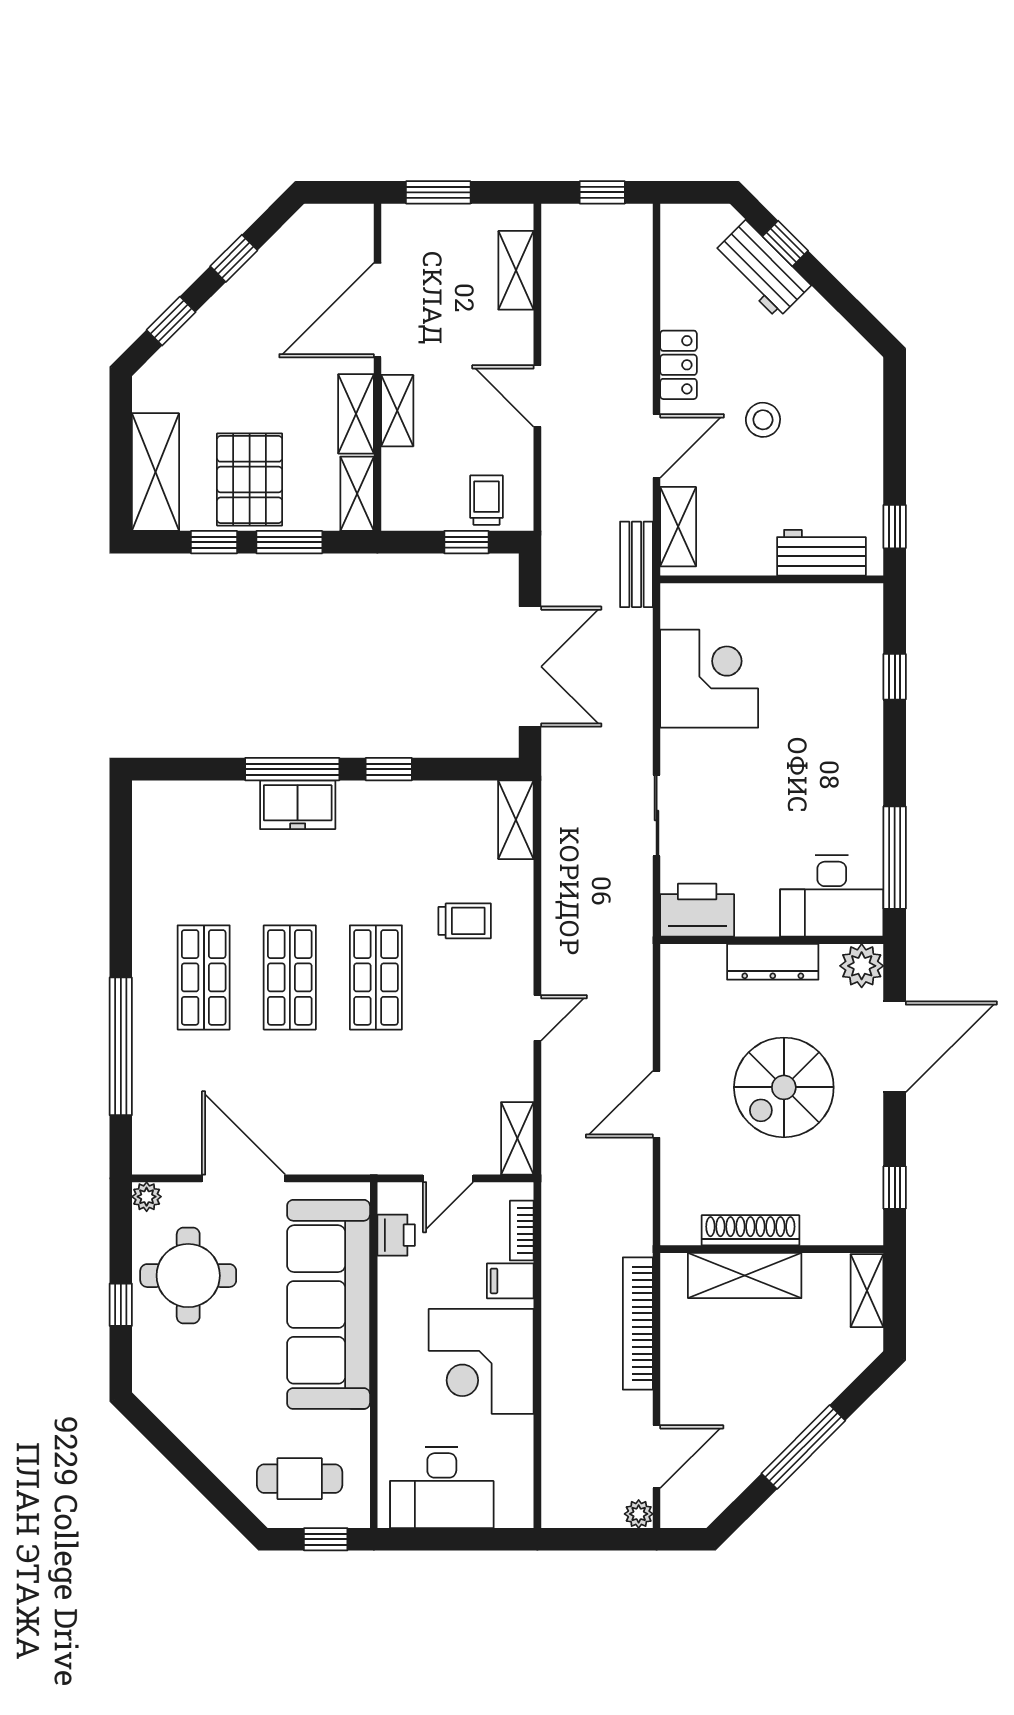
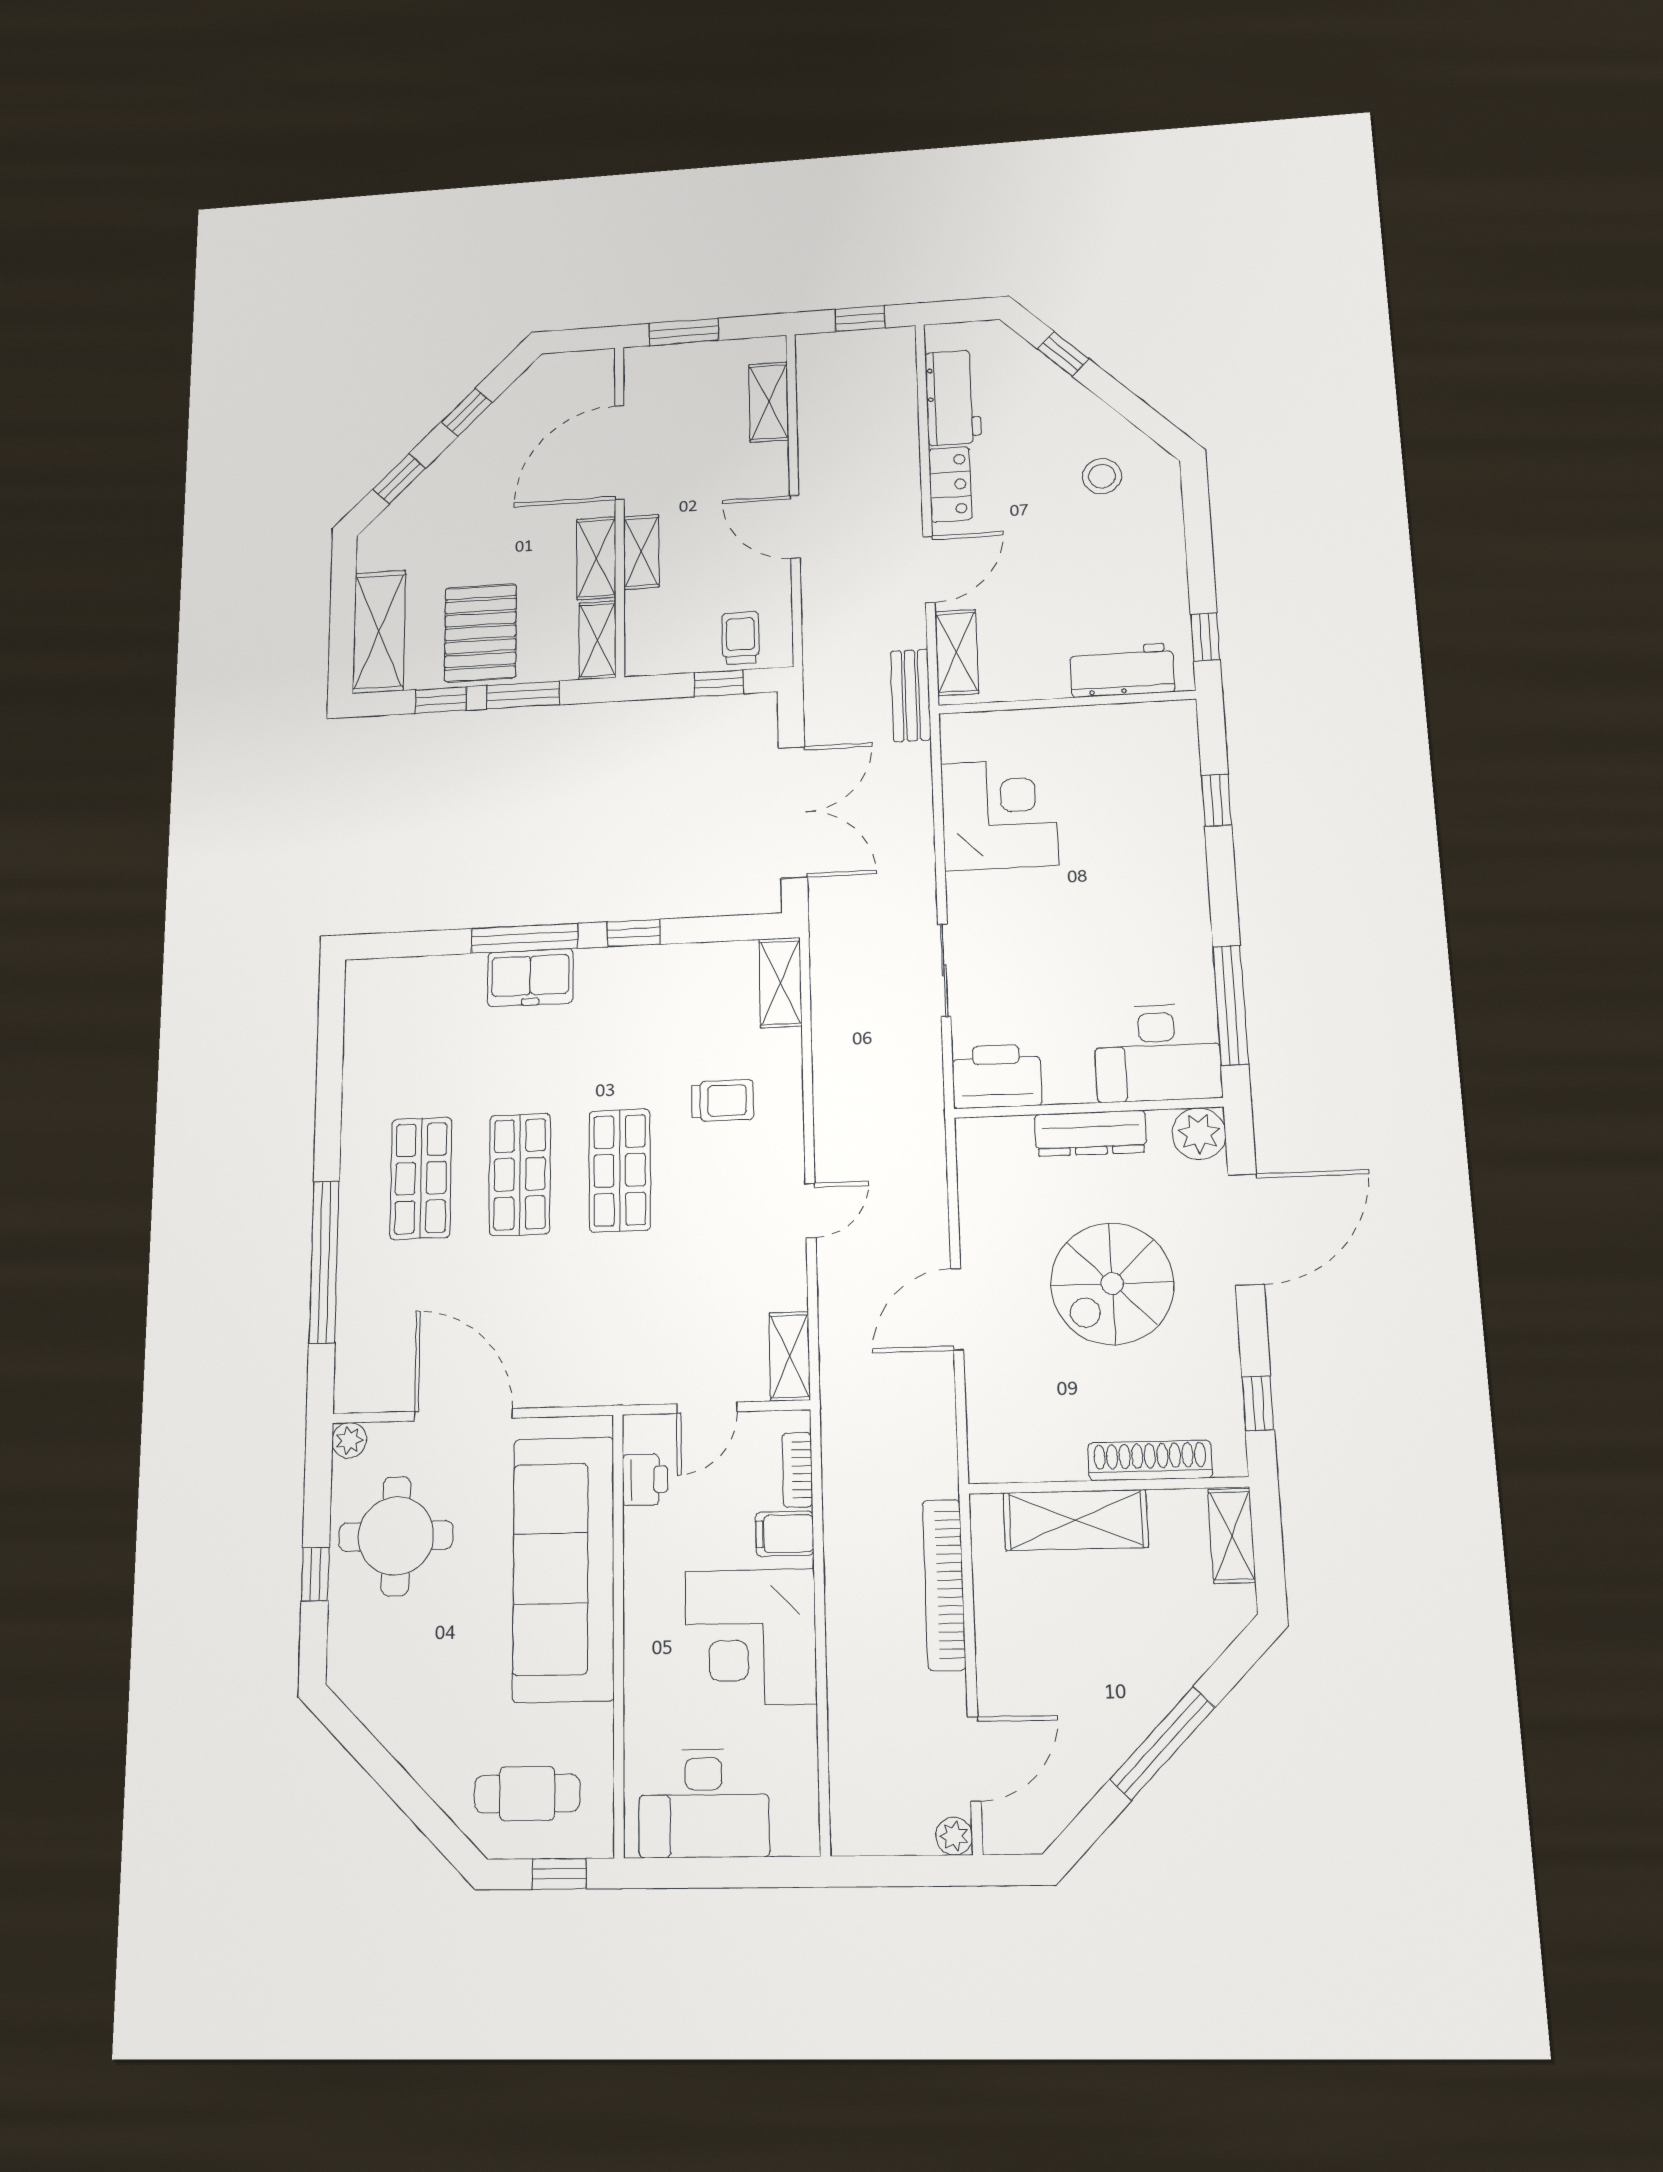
workbench: (762, 269) -> (953, 398), moved, turned -135
stool: (763, 420) -> (1102, 476), moved
shoe rack: (750, 1230) -> (1150, 1460), moved

